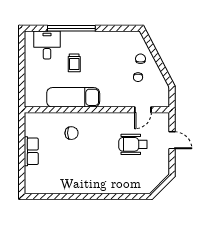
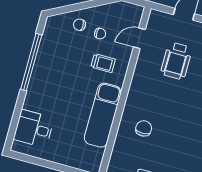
window: (71, 28) -> (31, 62), moved
trolley: (74, 63) -> (103, 63), moved
door: (143, 110) -> (139, 38), swing flipped

